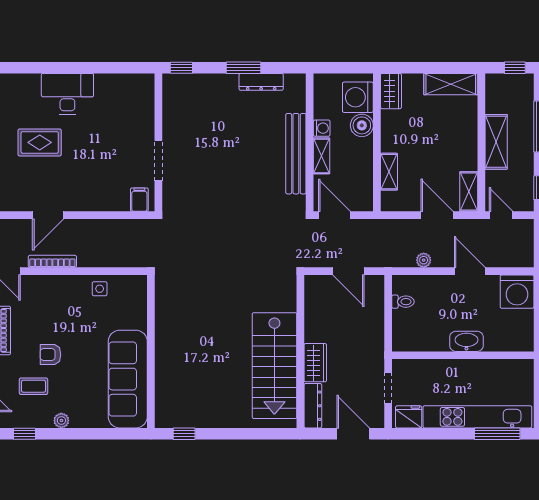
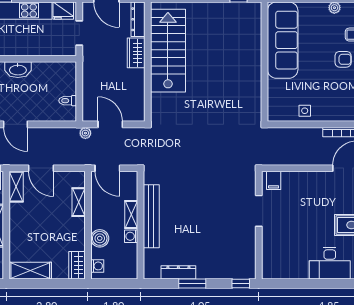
washing machine: (358, 97) -> (97, 266), width x0.53, depth x0.53
door: (334, 215) -> (107, 168), moved
plant: (424, 260) -> (85, 133), moved

